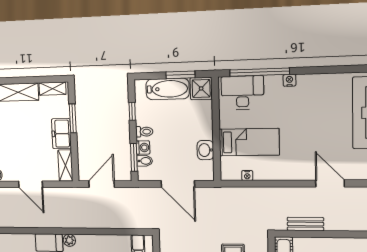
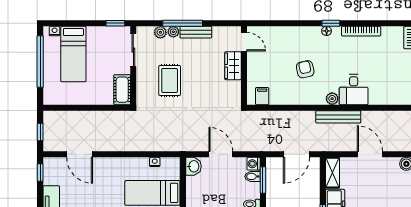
washing machine: (143, 148) -> (254, 164), moved
washbasin: (205, 150) -> (193, 166), moved
door: (178, 184) -> (221, 154), width x0.73
bench: (305, 224) -> (338, 117), moved, width x1.36

